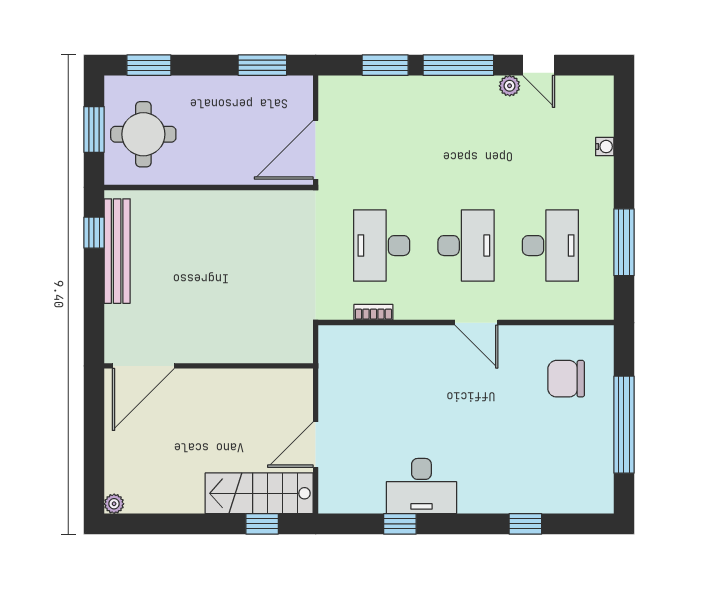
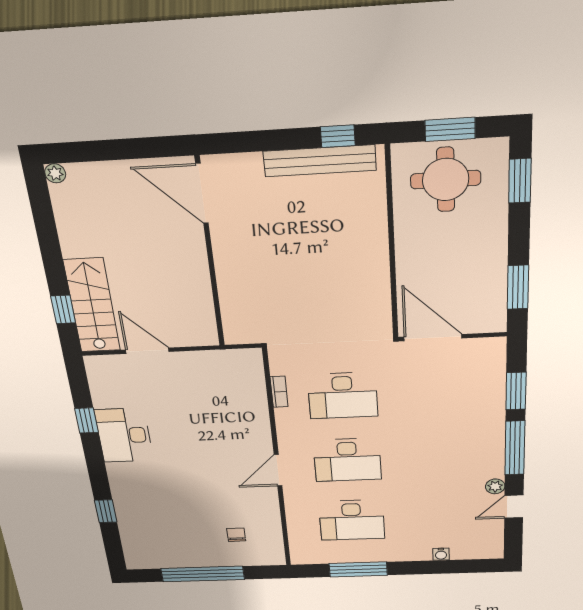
desk: (382, 246) -> (343, 395), turned 180
chair: (566, 379) -> (236, 535), width x0.54, depth x0.54

